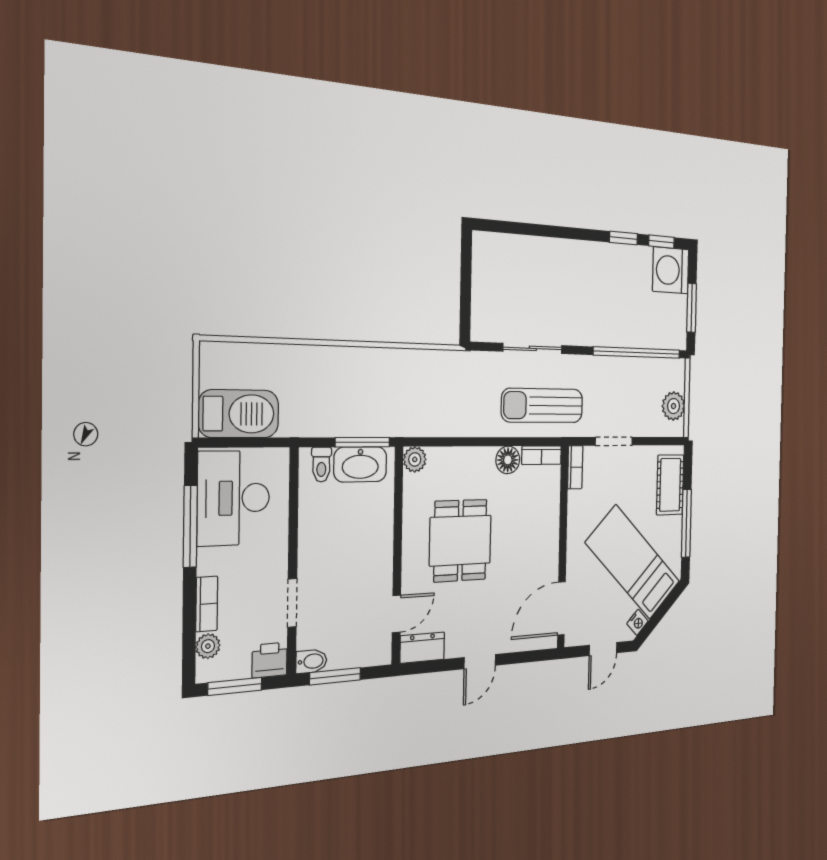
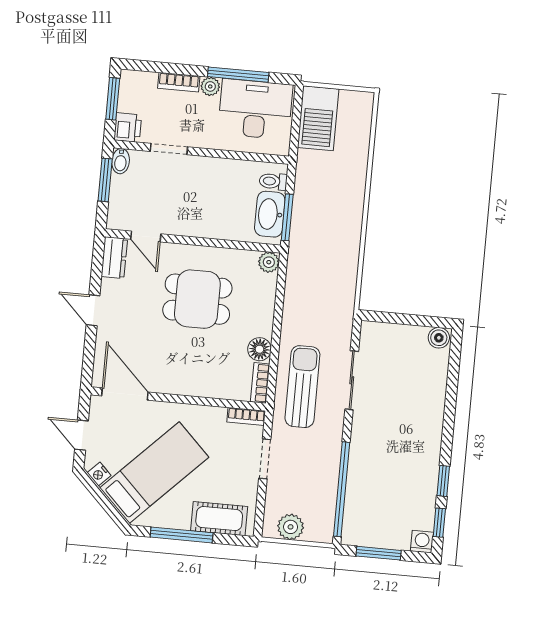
boiler: (483, 246) -> (439, 338), added
washing machine: (671, 270) -> (422, 542), width x0.53, depth x0.53
plant: (208, 646) -> (210, 86), moved

